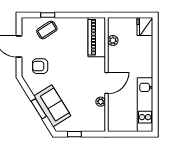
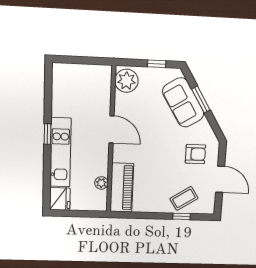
window: (155, 77) -> (48, 134), added
door: (106, 83) -> (111, 129), swing flipped
plant: (101, 102) -> (126, 81), moved, width x1.87, depth x1.87
kitchen unit: (145, 105) -> (60, 152), moved

